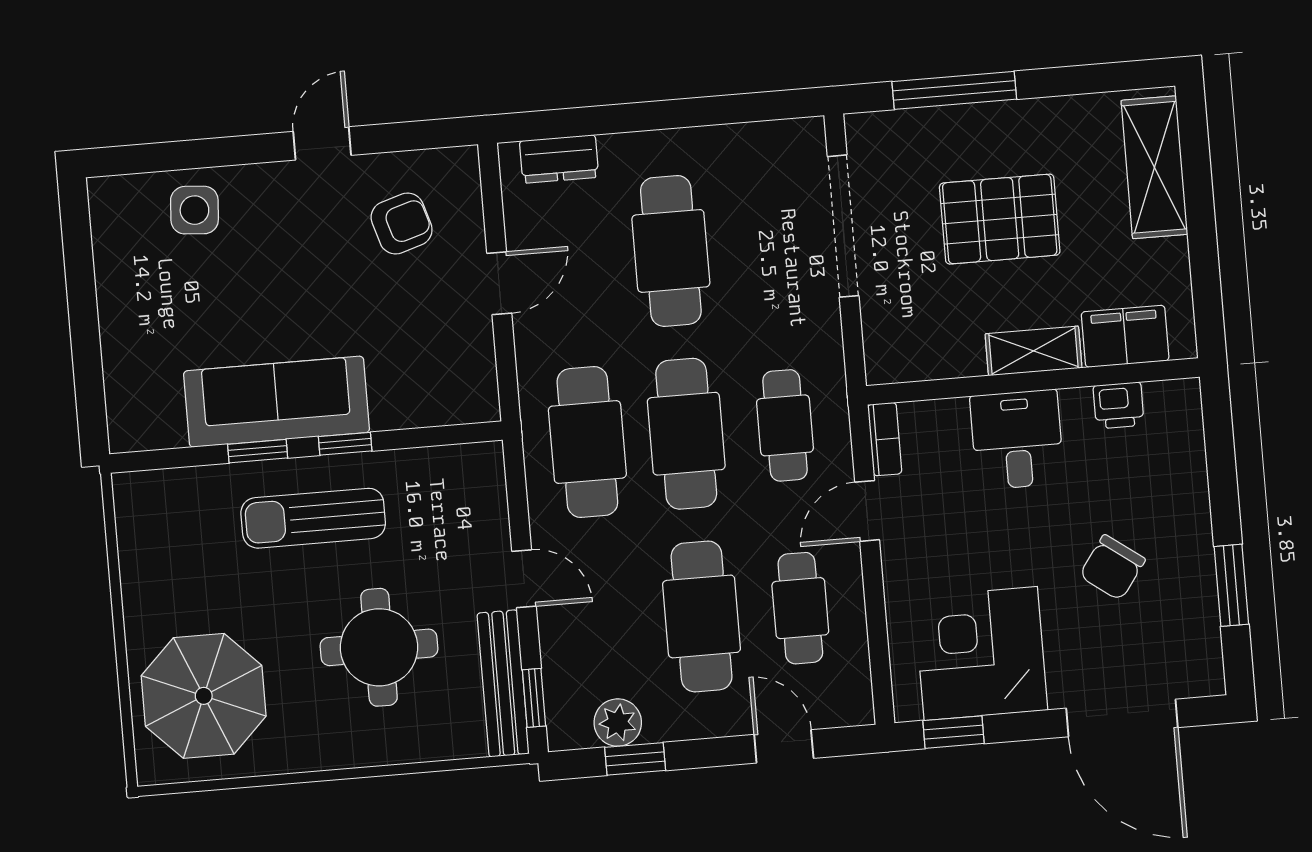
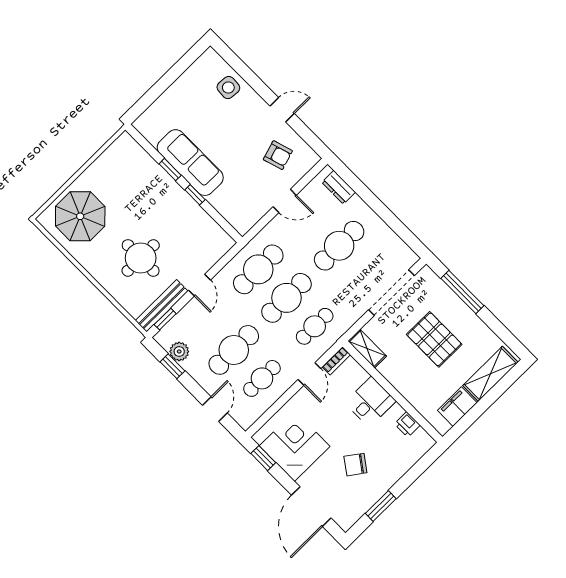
filing cabinet: (1125, 336) -> (457, 407), moved, turned -90
shelving: (1033, 351) -> (367, 349), moved
door: (867, 511) -> (309, 374), swing flipped
sun lounger: (313, 518) -> (164, 204), removed

